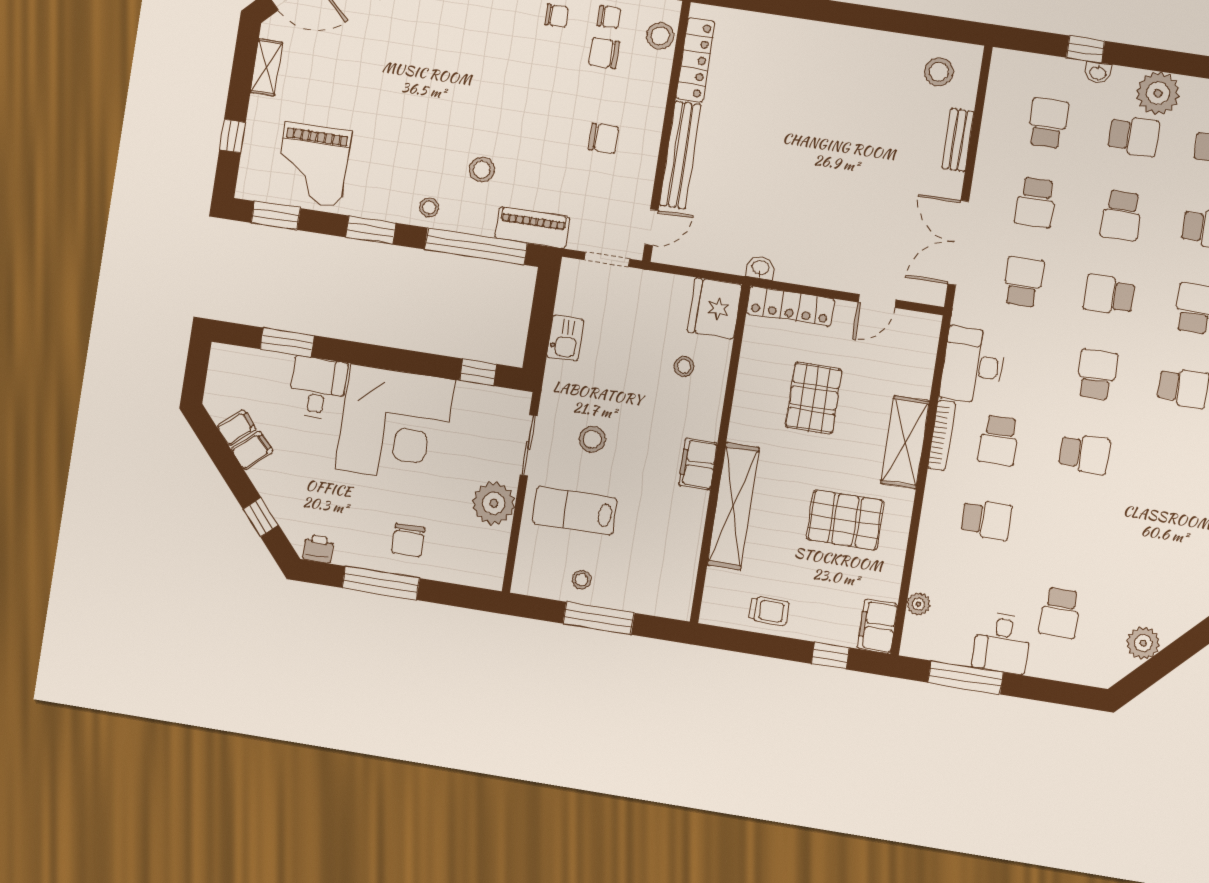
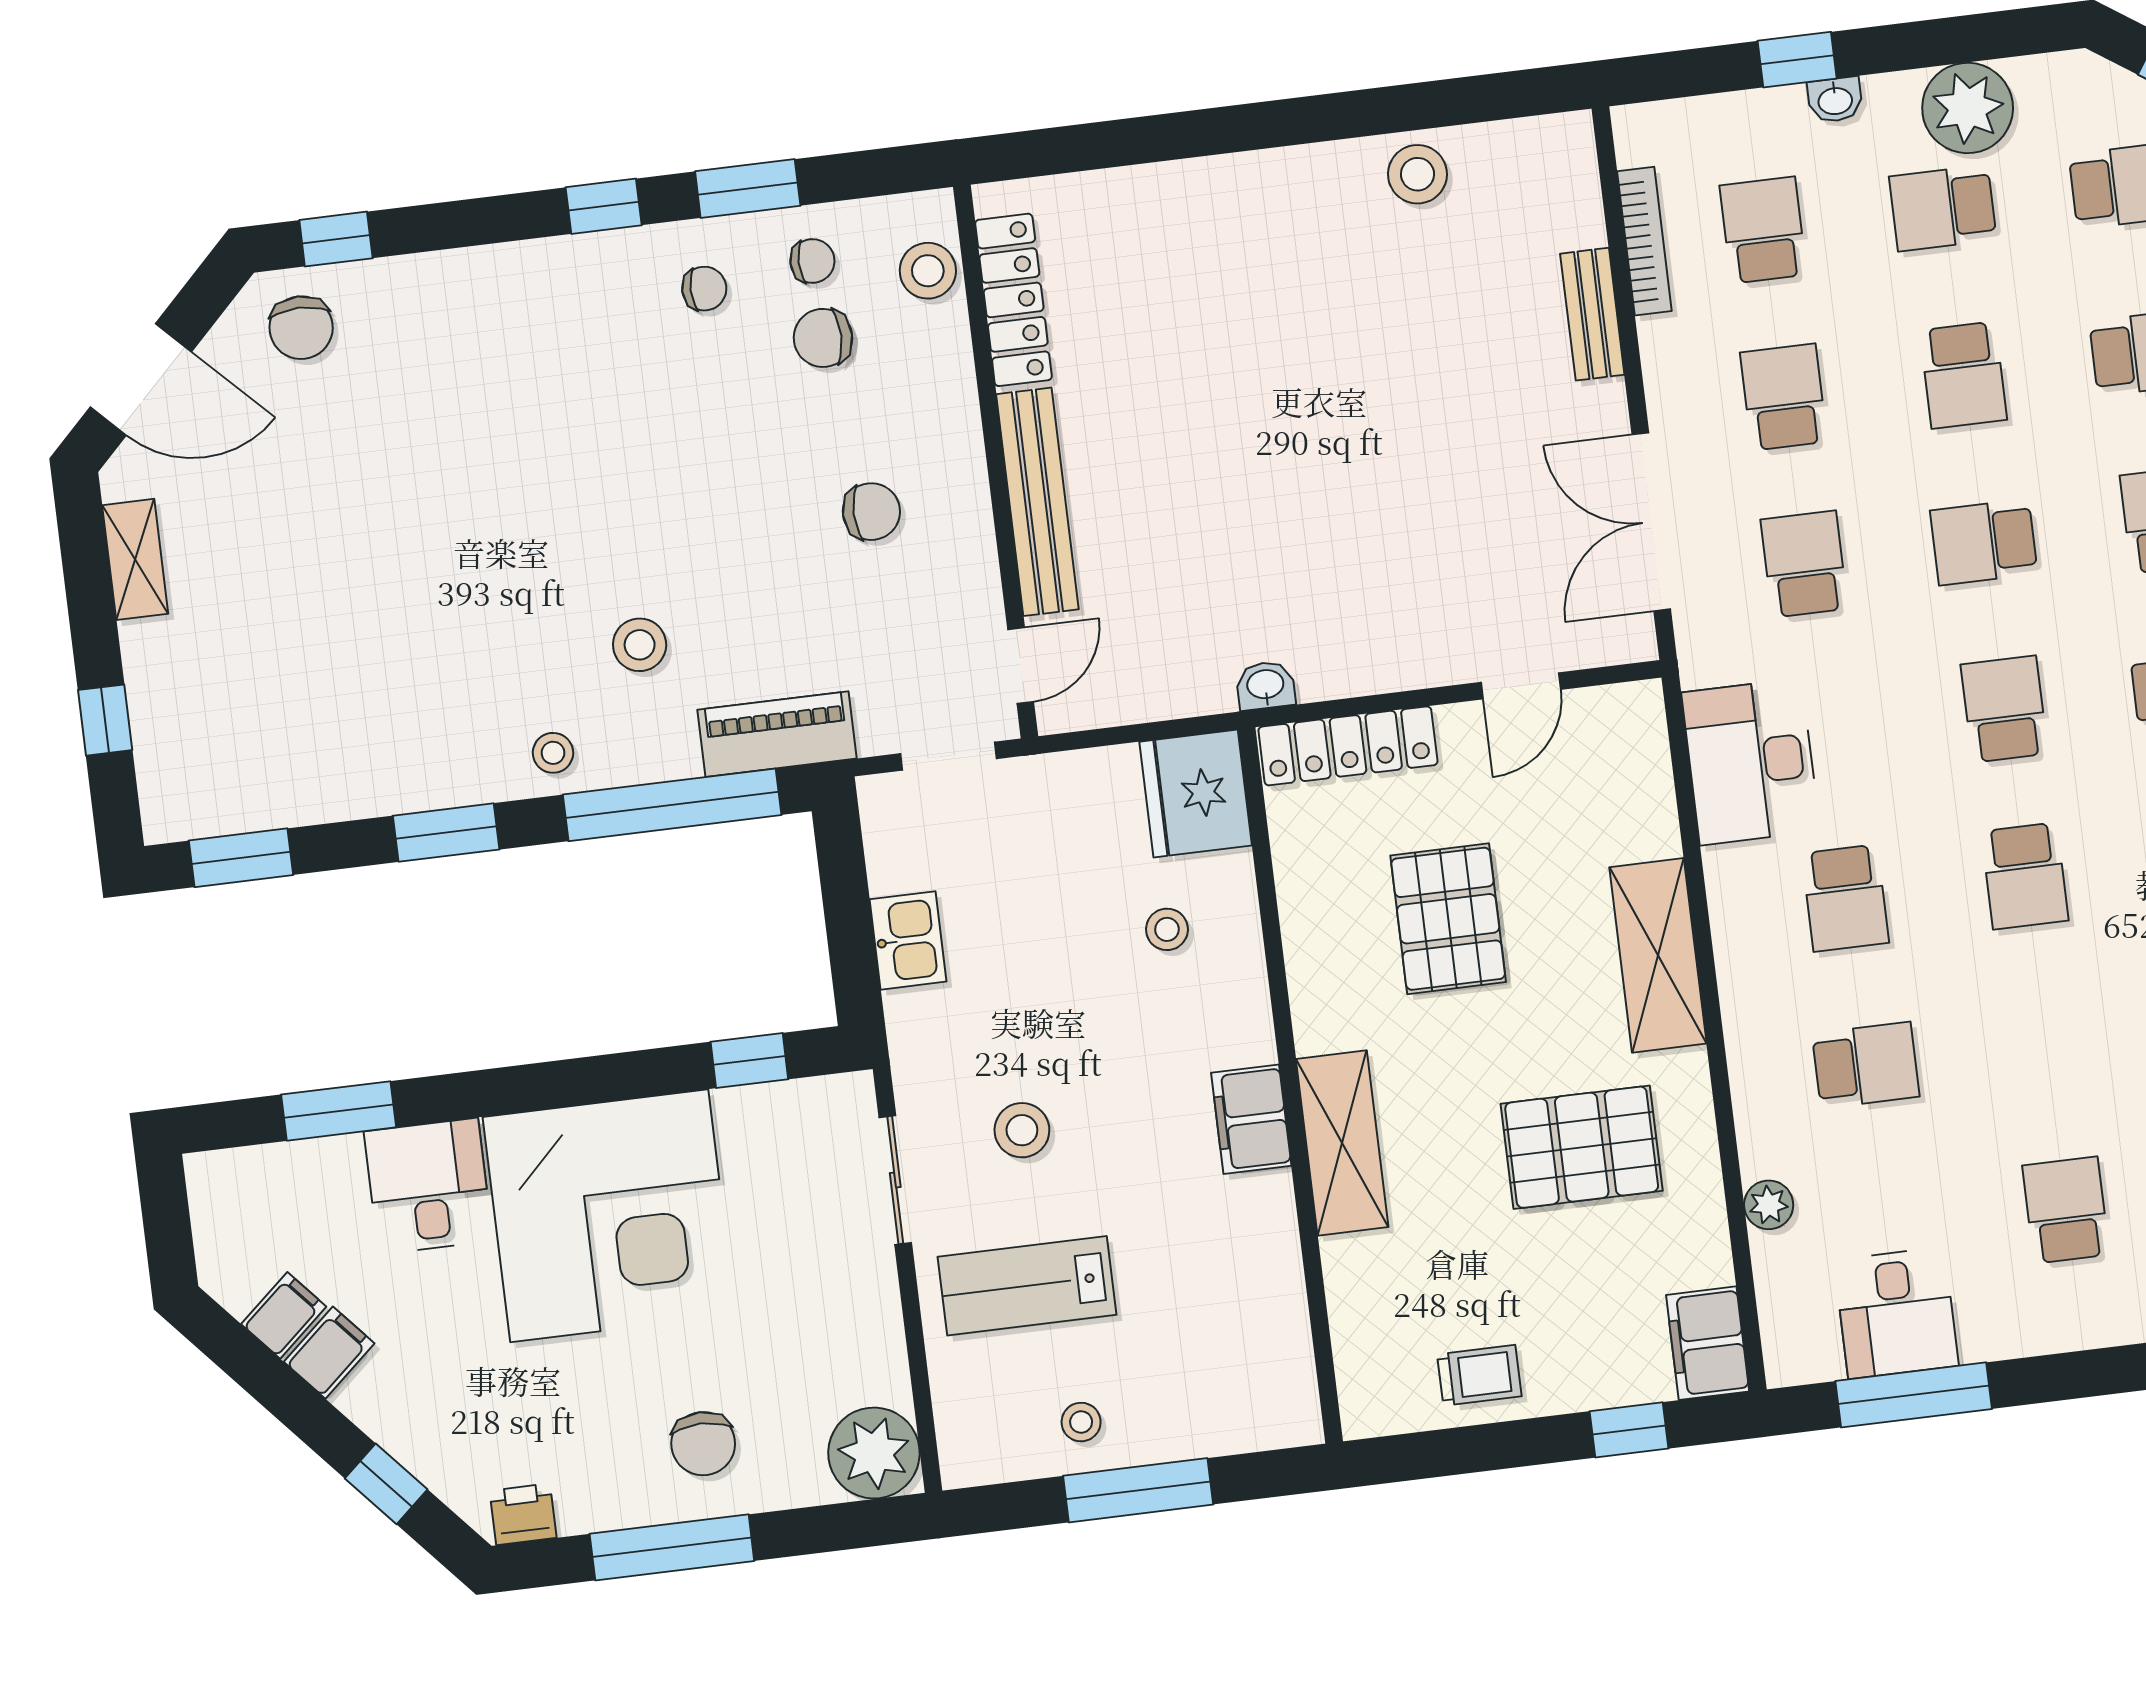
stool: (939, 72) -> (1417, 174), moved
school desk: (1134, 136) -> (1943, 208), turned 180
grand piano: (313, 165) -> (288, 732), removed
school desk: (1035, 203) -> (1784, 397), turned 180
bookcase: (942, 435) -> (1644, 241), moved
school desk: (1084, 454) -> (2025, 876), turned 90
plant: (494, 503) -> (874, 1453), moved
shelving: (733, 506) -> (1342, 1143), width x0.68
plant: (918, 604) -> (1769, 1205), moved
school desk: (1060, 613) -> (2066, 1210), turned 180
desk: (1002, 643) -> (1896, 1313), moved

